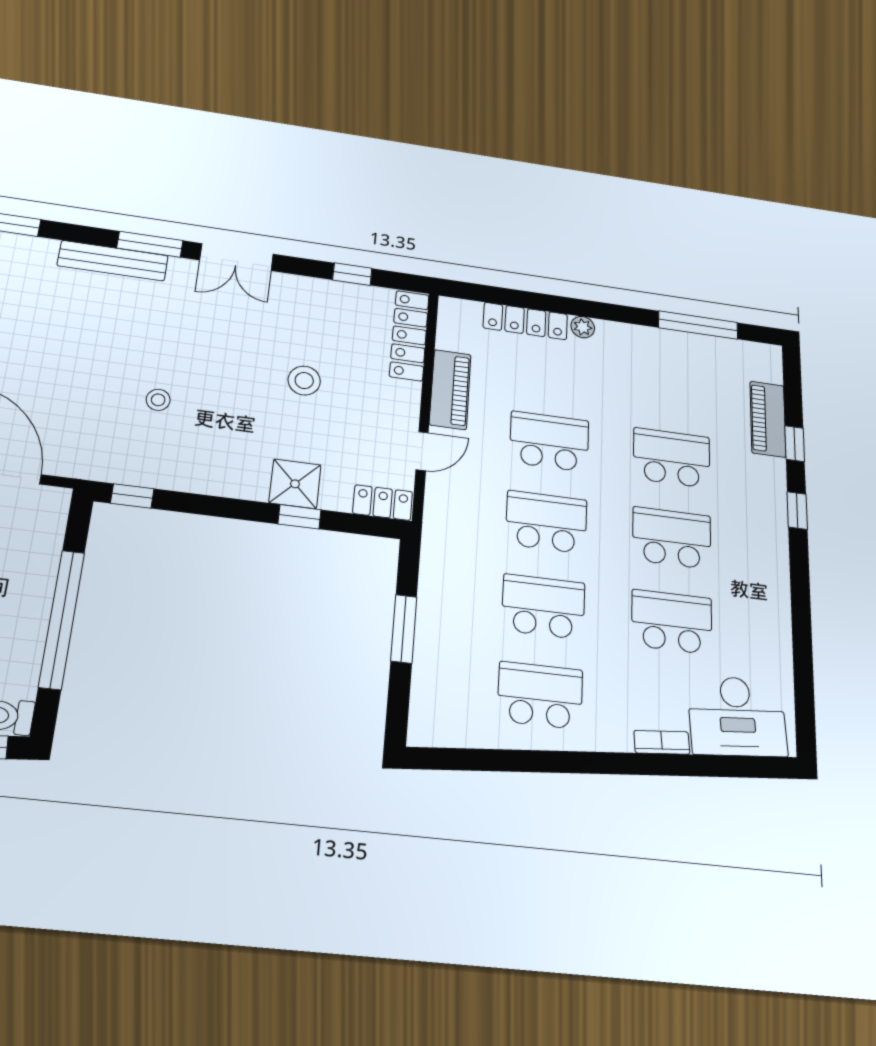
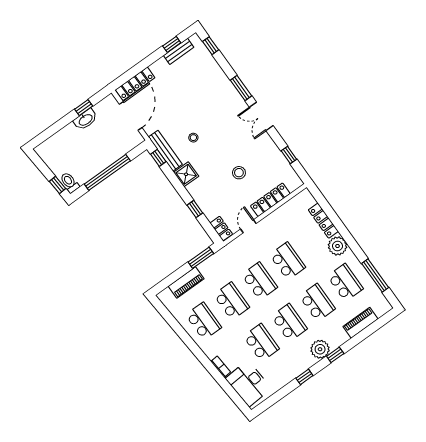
bench: (113, 261) -> (165, 151), moved
plant: (583, 327) -> (337, 246), width x1.87, depth x1.87
locker: (409, 335) -> (270, 200), moved
school desk: (672, 381) -> (345, 282), added
piano: (450, 389) -> (186, 282), moved
window: (795, 444) -> (304, 377), moved
door: (422, 451) -> (248, 226), swing flipped
shower: (295, 484) -> (186, 174), moved
plant: (767, 527) -> (320, 349), added
window: (404, 629) -> (201, 258), moved

